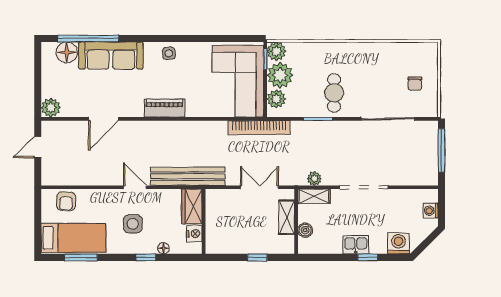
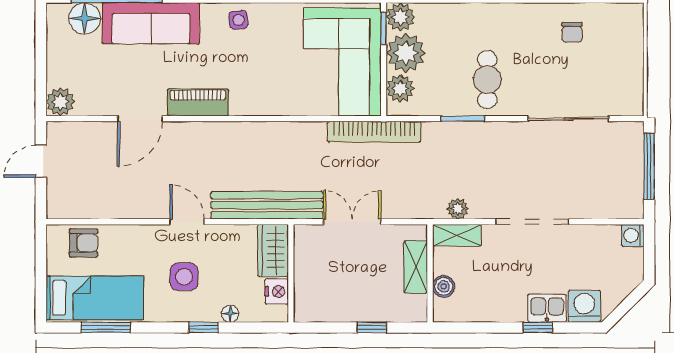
chair: (415, 84) -> (572, 32), moved
piano: (164, 108) -> (198, 102), moved
double door: (259, 187) -> (352, 222), moved
armchair: (66, 201) -> (84, 243), turned -93
washing machine: (431, 211) -> (633, 235), moved
kitchen sink: (356, 245) -> (547, 308), moved

